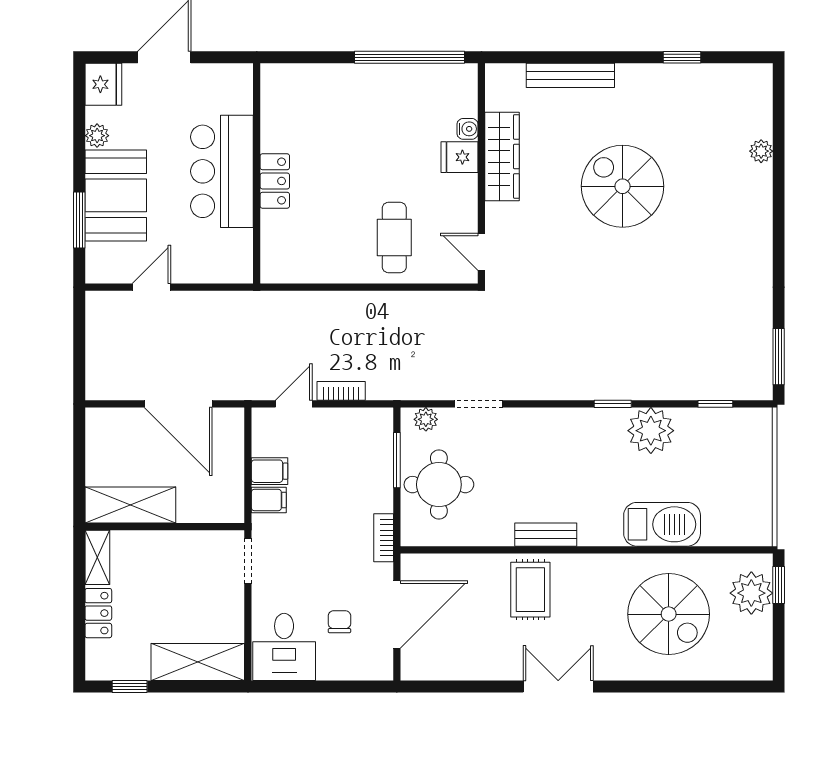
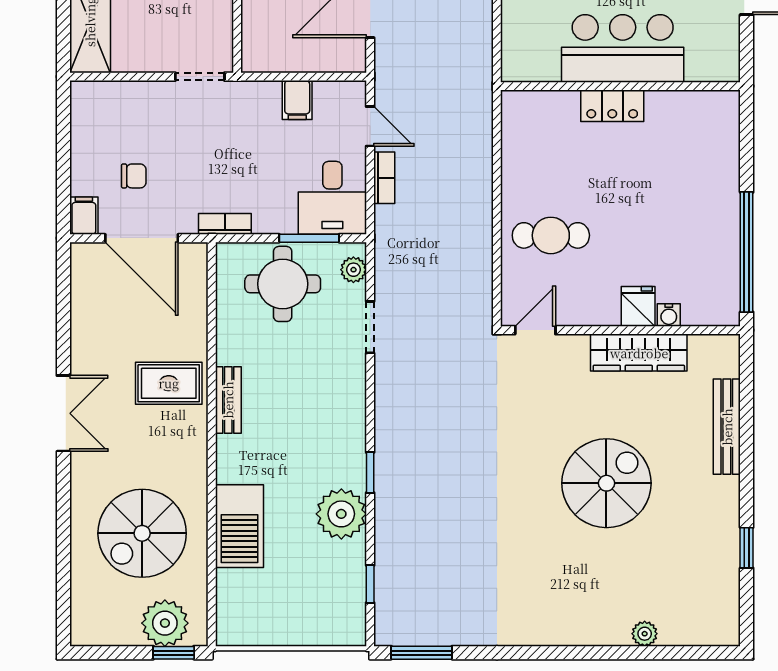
filing cabinet: (269, 500) -> (84, 216), moved, turned 180
desk: (284, 647) -> (332, 198), moved, turned -90

